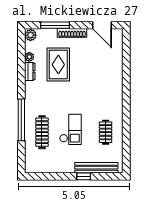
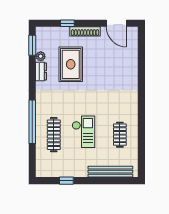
window: (55, 25) -> (67, 23), width x0.46
plant: (31, 35) -> (42, 34), removed
window: (21, 46) -> (32, 45), added
window: (84, 176) -> (66, 181), moved

